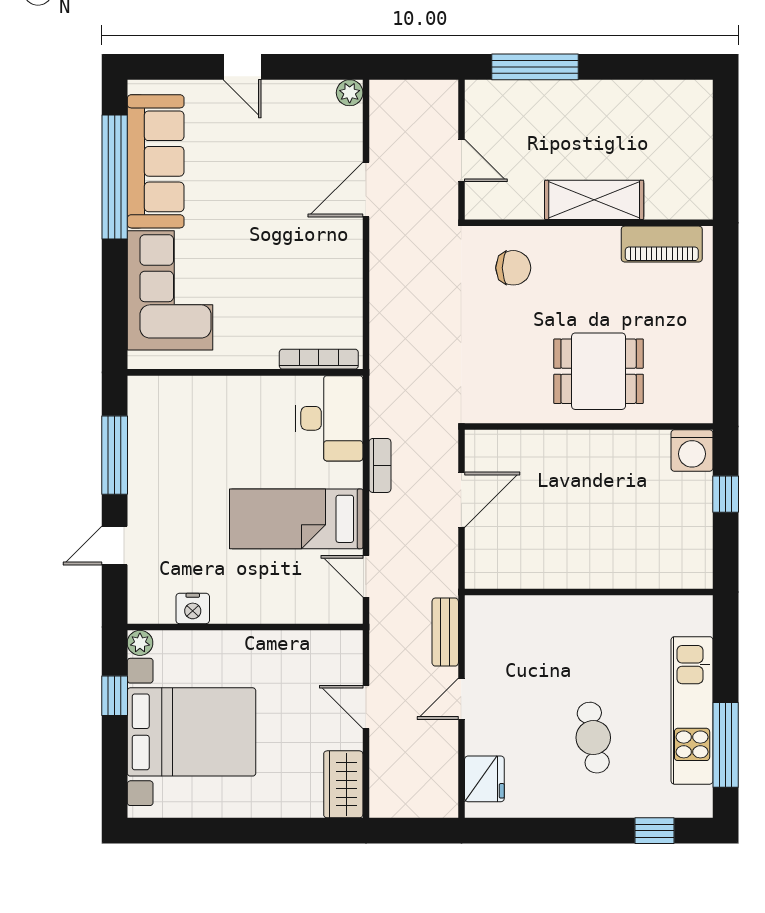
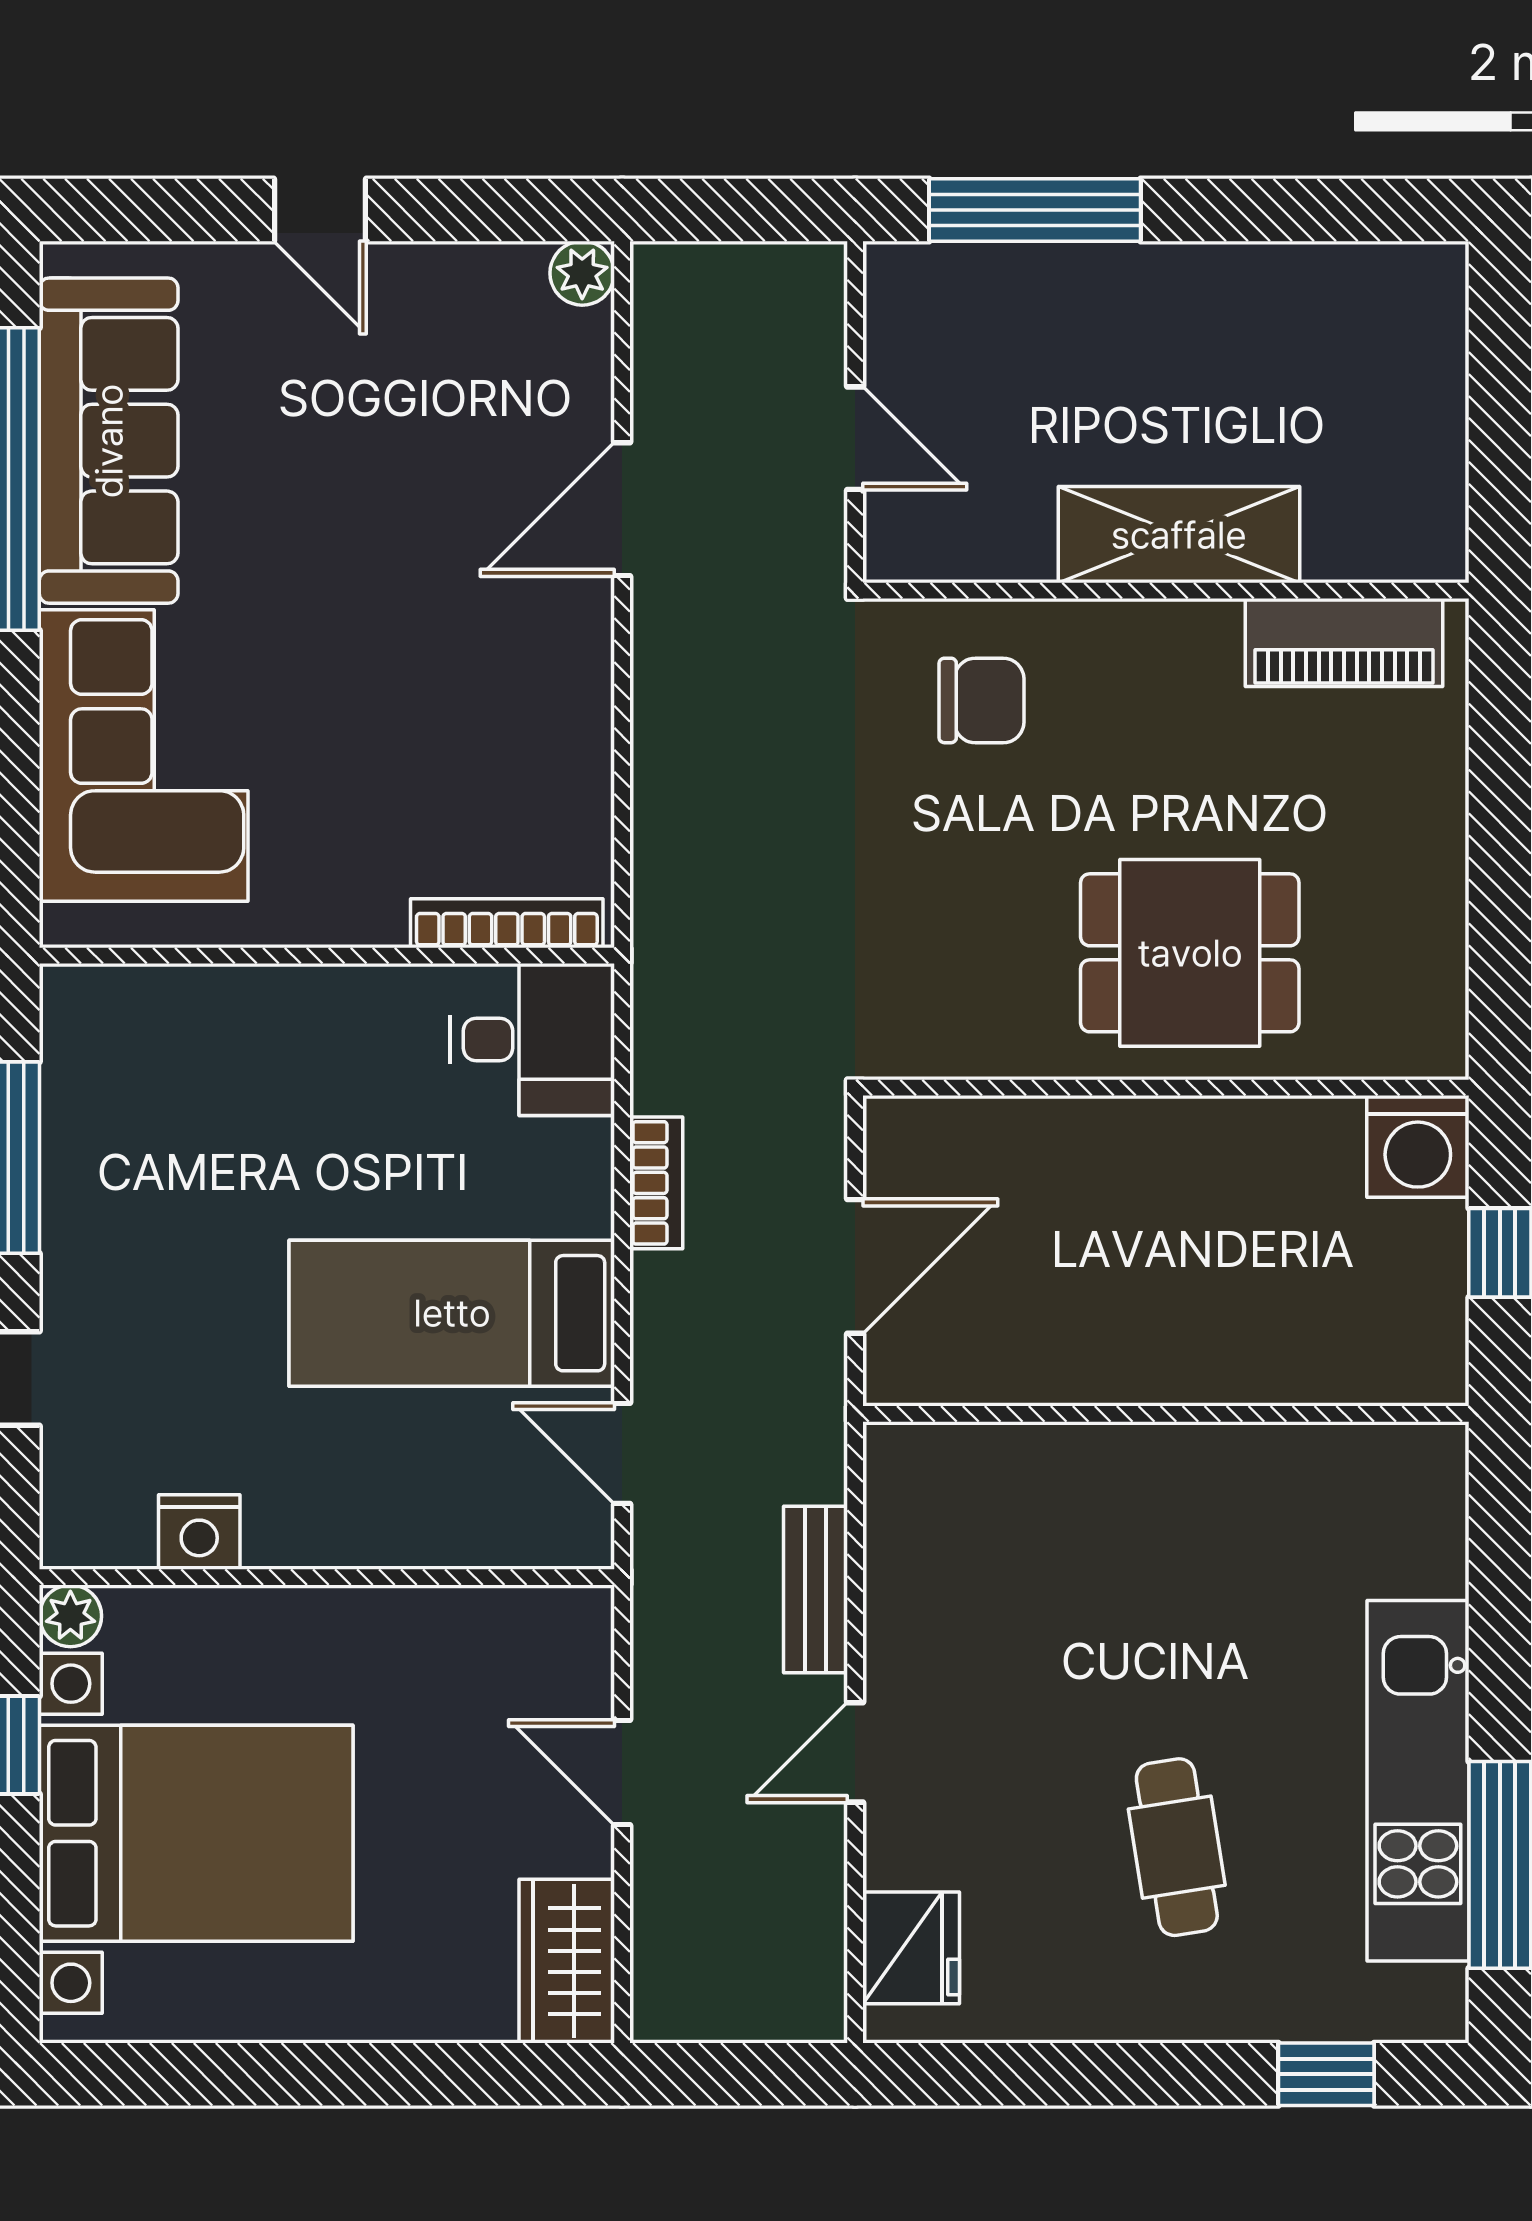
desk: (329, 418) -> (532, 1039), width x0.73
wall: (589, 592) -> (1166, 1414), moved

